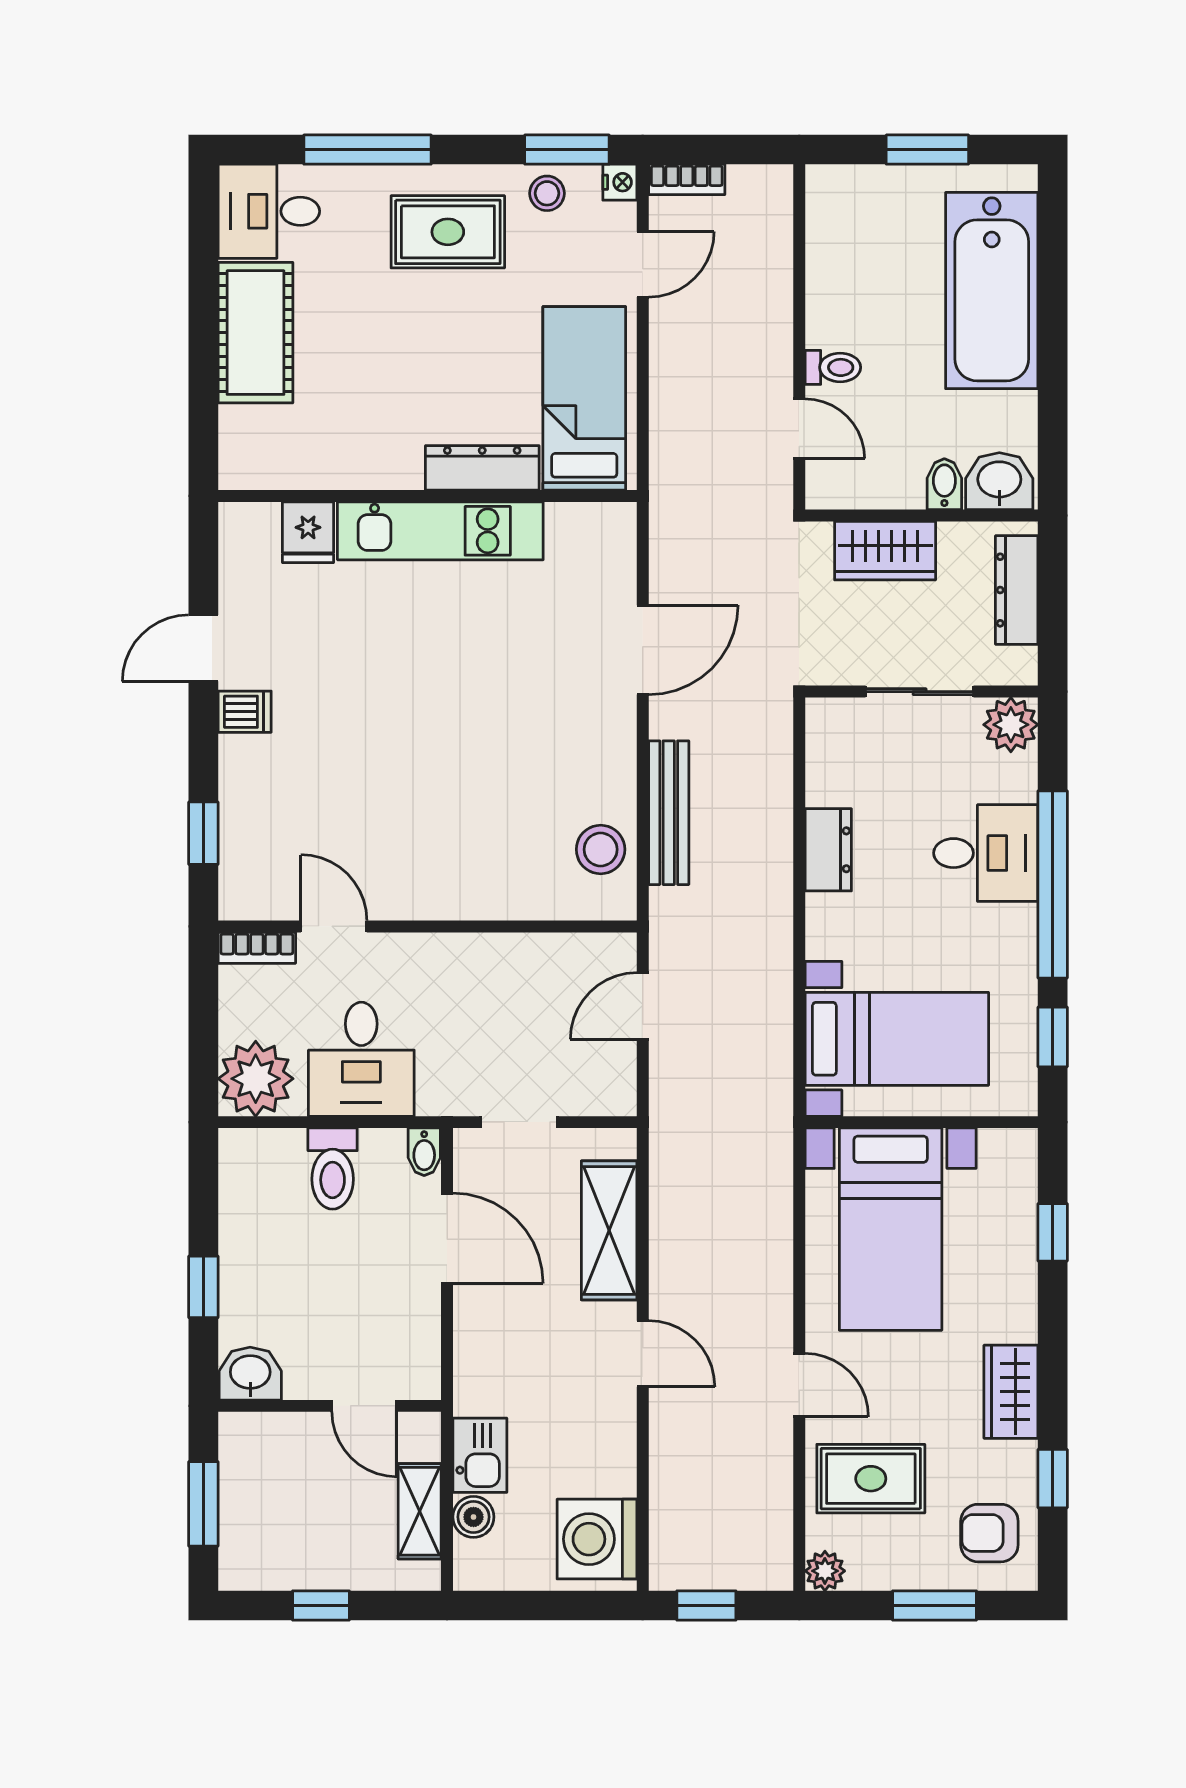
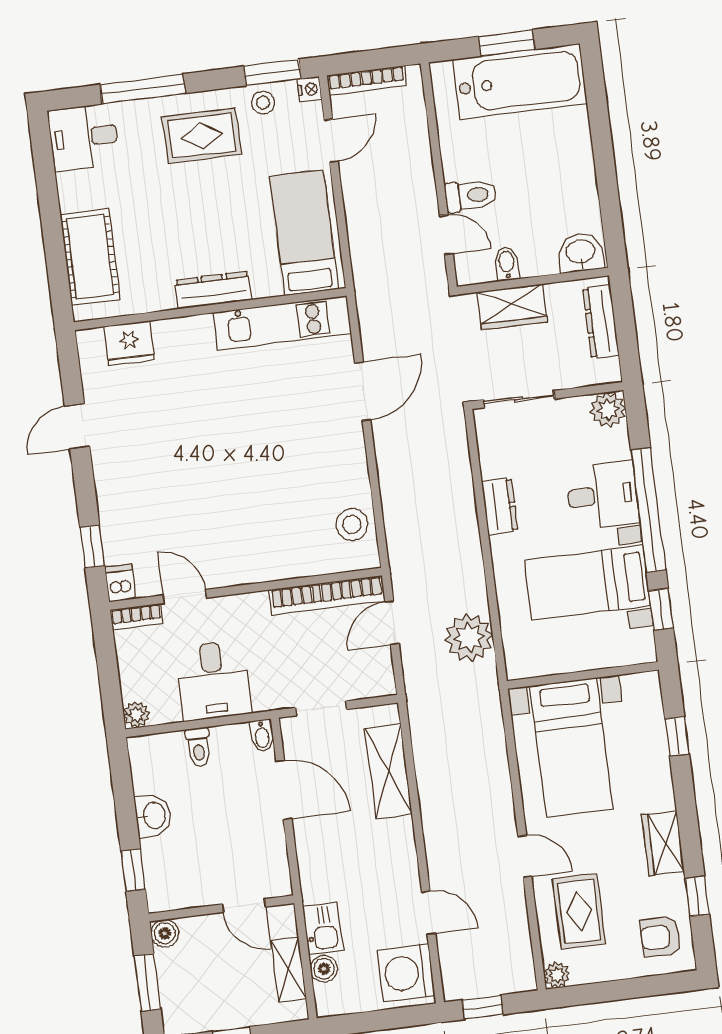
bookcase: (687, 179) -> (367, 80), width x1.56
bathtub: (992, 291) -> (520, 81), moved, turned -90
cot: (255, 333) -> (90, 257), moved
toilet: (833, 367) -> (471, 195), width x1.37, depth x1.39
dresser: (482, 468) -> (213, 290), moved
bidet: (944, 484) -> (507, 264), moved
kitchen unit: (440, 531) -> (282, 323), moved
fridge: (308, 532) -> (129, 343), width x1.38
sliding door: (920, 692) -> (519, 399), moved
dishwasher: (245, 712) -> (120, 583), moved, turned -90
bench: (669, 813) -> (393, 495), removed
bookcase: (549, 952) -> (327, 595), added
bed with nightstands: (897, 1039) -> (587, 583), moved, turned 180
plant: (757, 1043) -> (469, 638), added
plant: (256, 1079) -> (136, 715), width x0.53, depth x0.53
toilet: (333, 1169) -> (199, 747), width x0.73, depth x0.72
window: (203, 1287) -> (133, 870), moved
door: (643, 1354) -> (429, 913), moved
washbasin: (250, 1374) -> (153, 816), moved, turned 90
boiler: (239, 1433) -> (165, 933), added
rug: (871, 1479) -> (579, 911), turned 90
window: (935, 1605) -> (631, 988), removed

